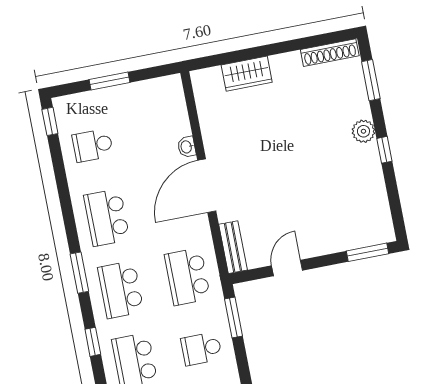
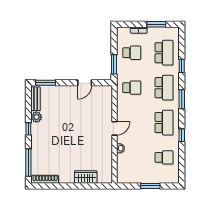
window: (371, 80) -> (28, 163), width x1.44
window: (50, 121) -> (182, 135), moved
plant: (363, 131) -> (36, 117), moved
door: (207, 186) -> (114, 128), width x0.53
bench: (233, 247) -> (36, 99), moved
school desk: (187, 277) -> (132, 88), width x0.54

